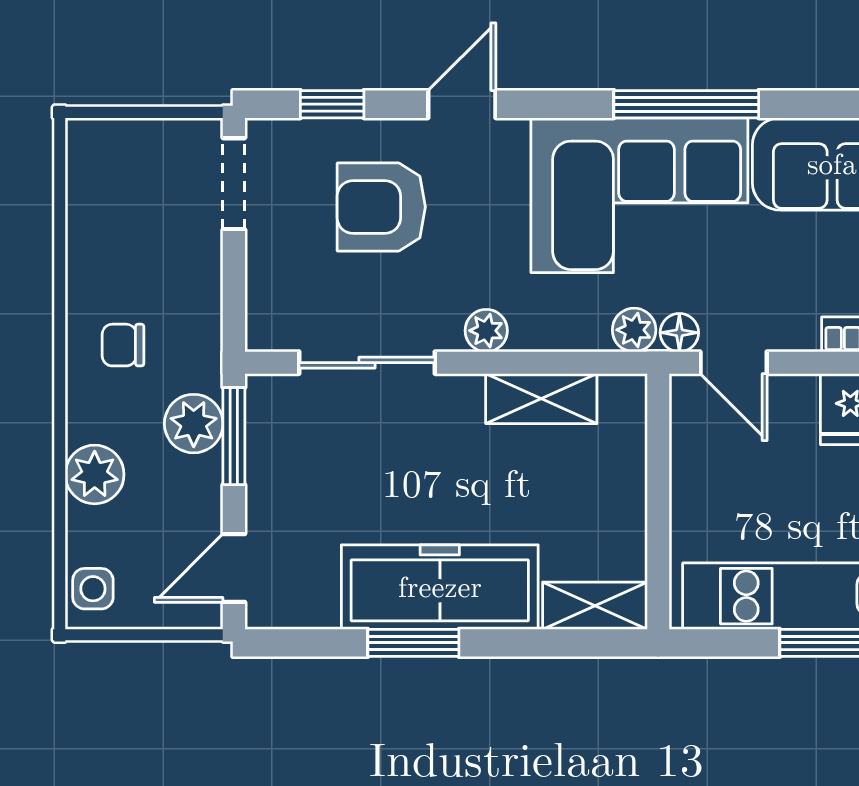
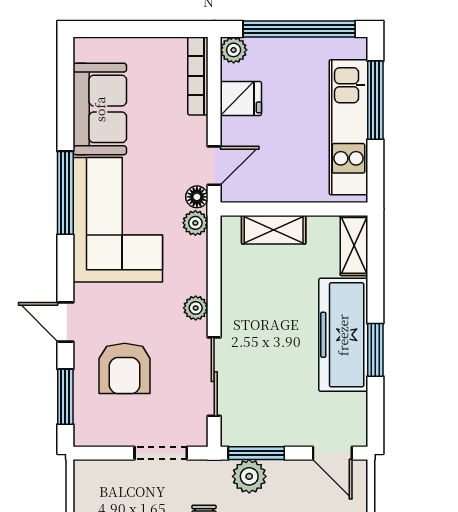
window: (332, 104) -> (65, 397), width x1.50
doorway: (234, 184) -> (161, 453), moved
shelving: (541, 399) -> (274, 230), moved, turned 90

